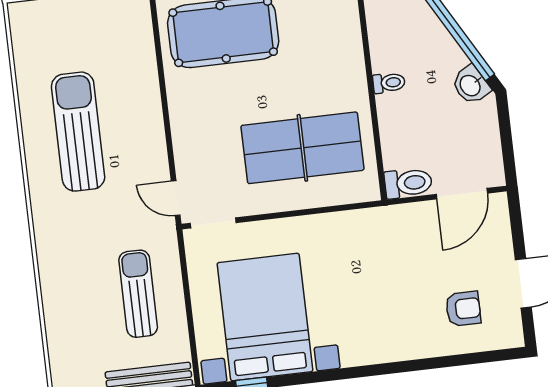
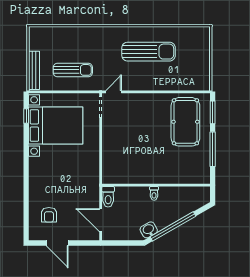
table tennis table: (302, 148) -> (129, 151), removed

